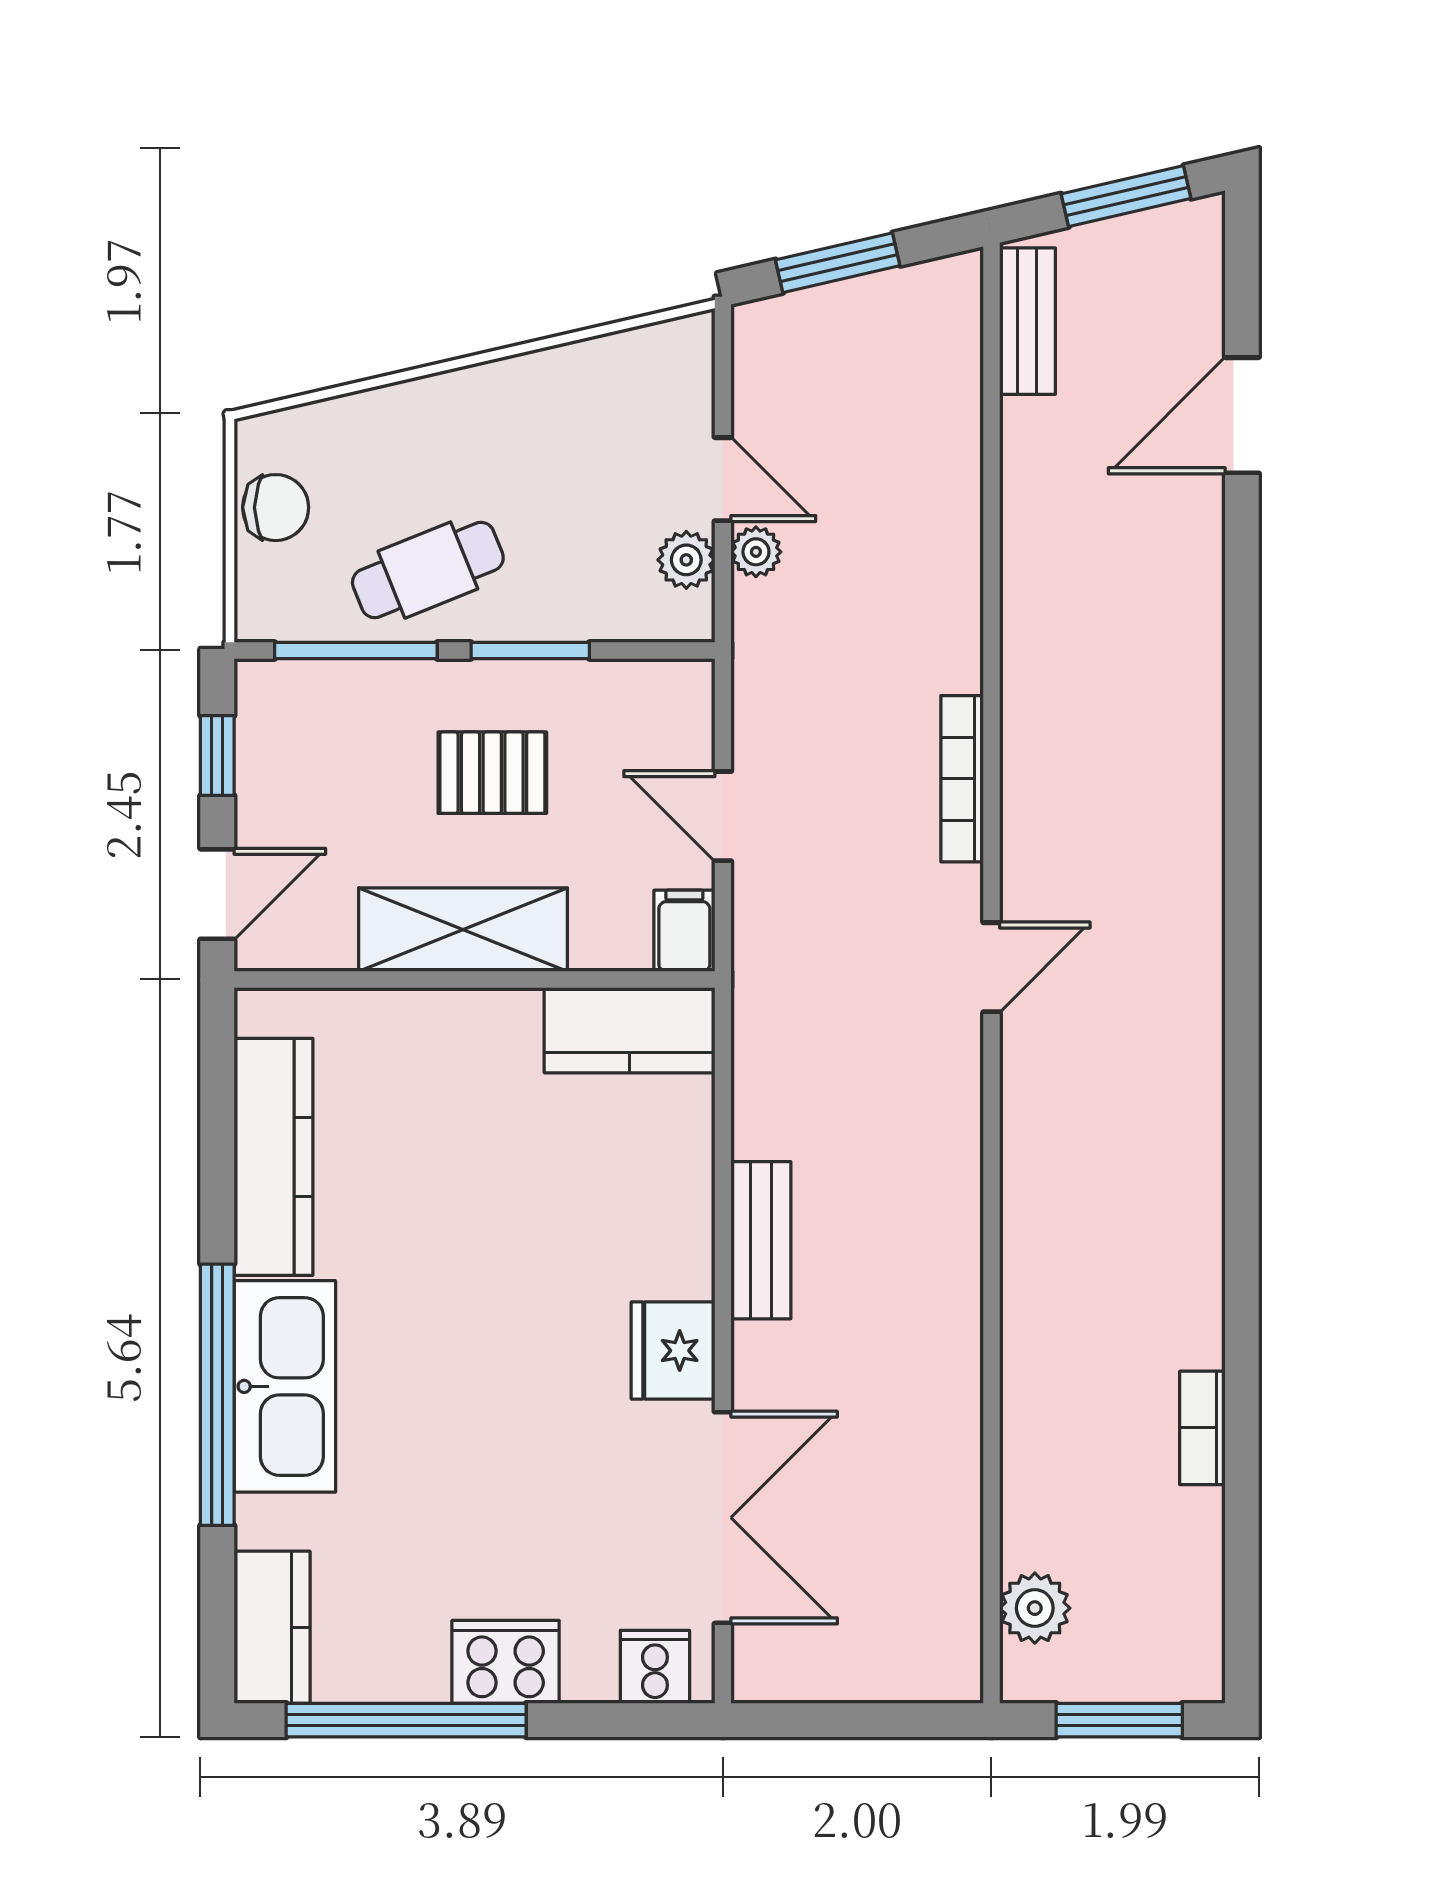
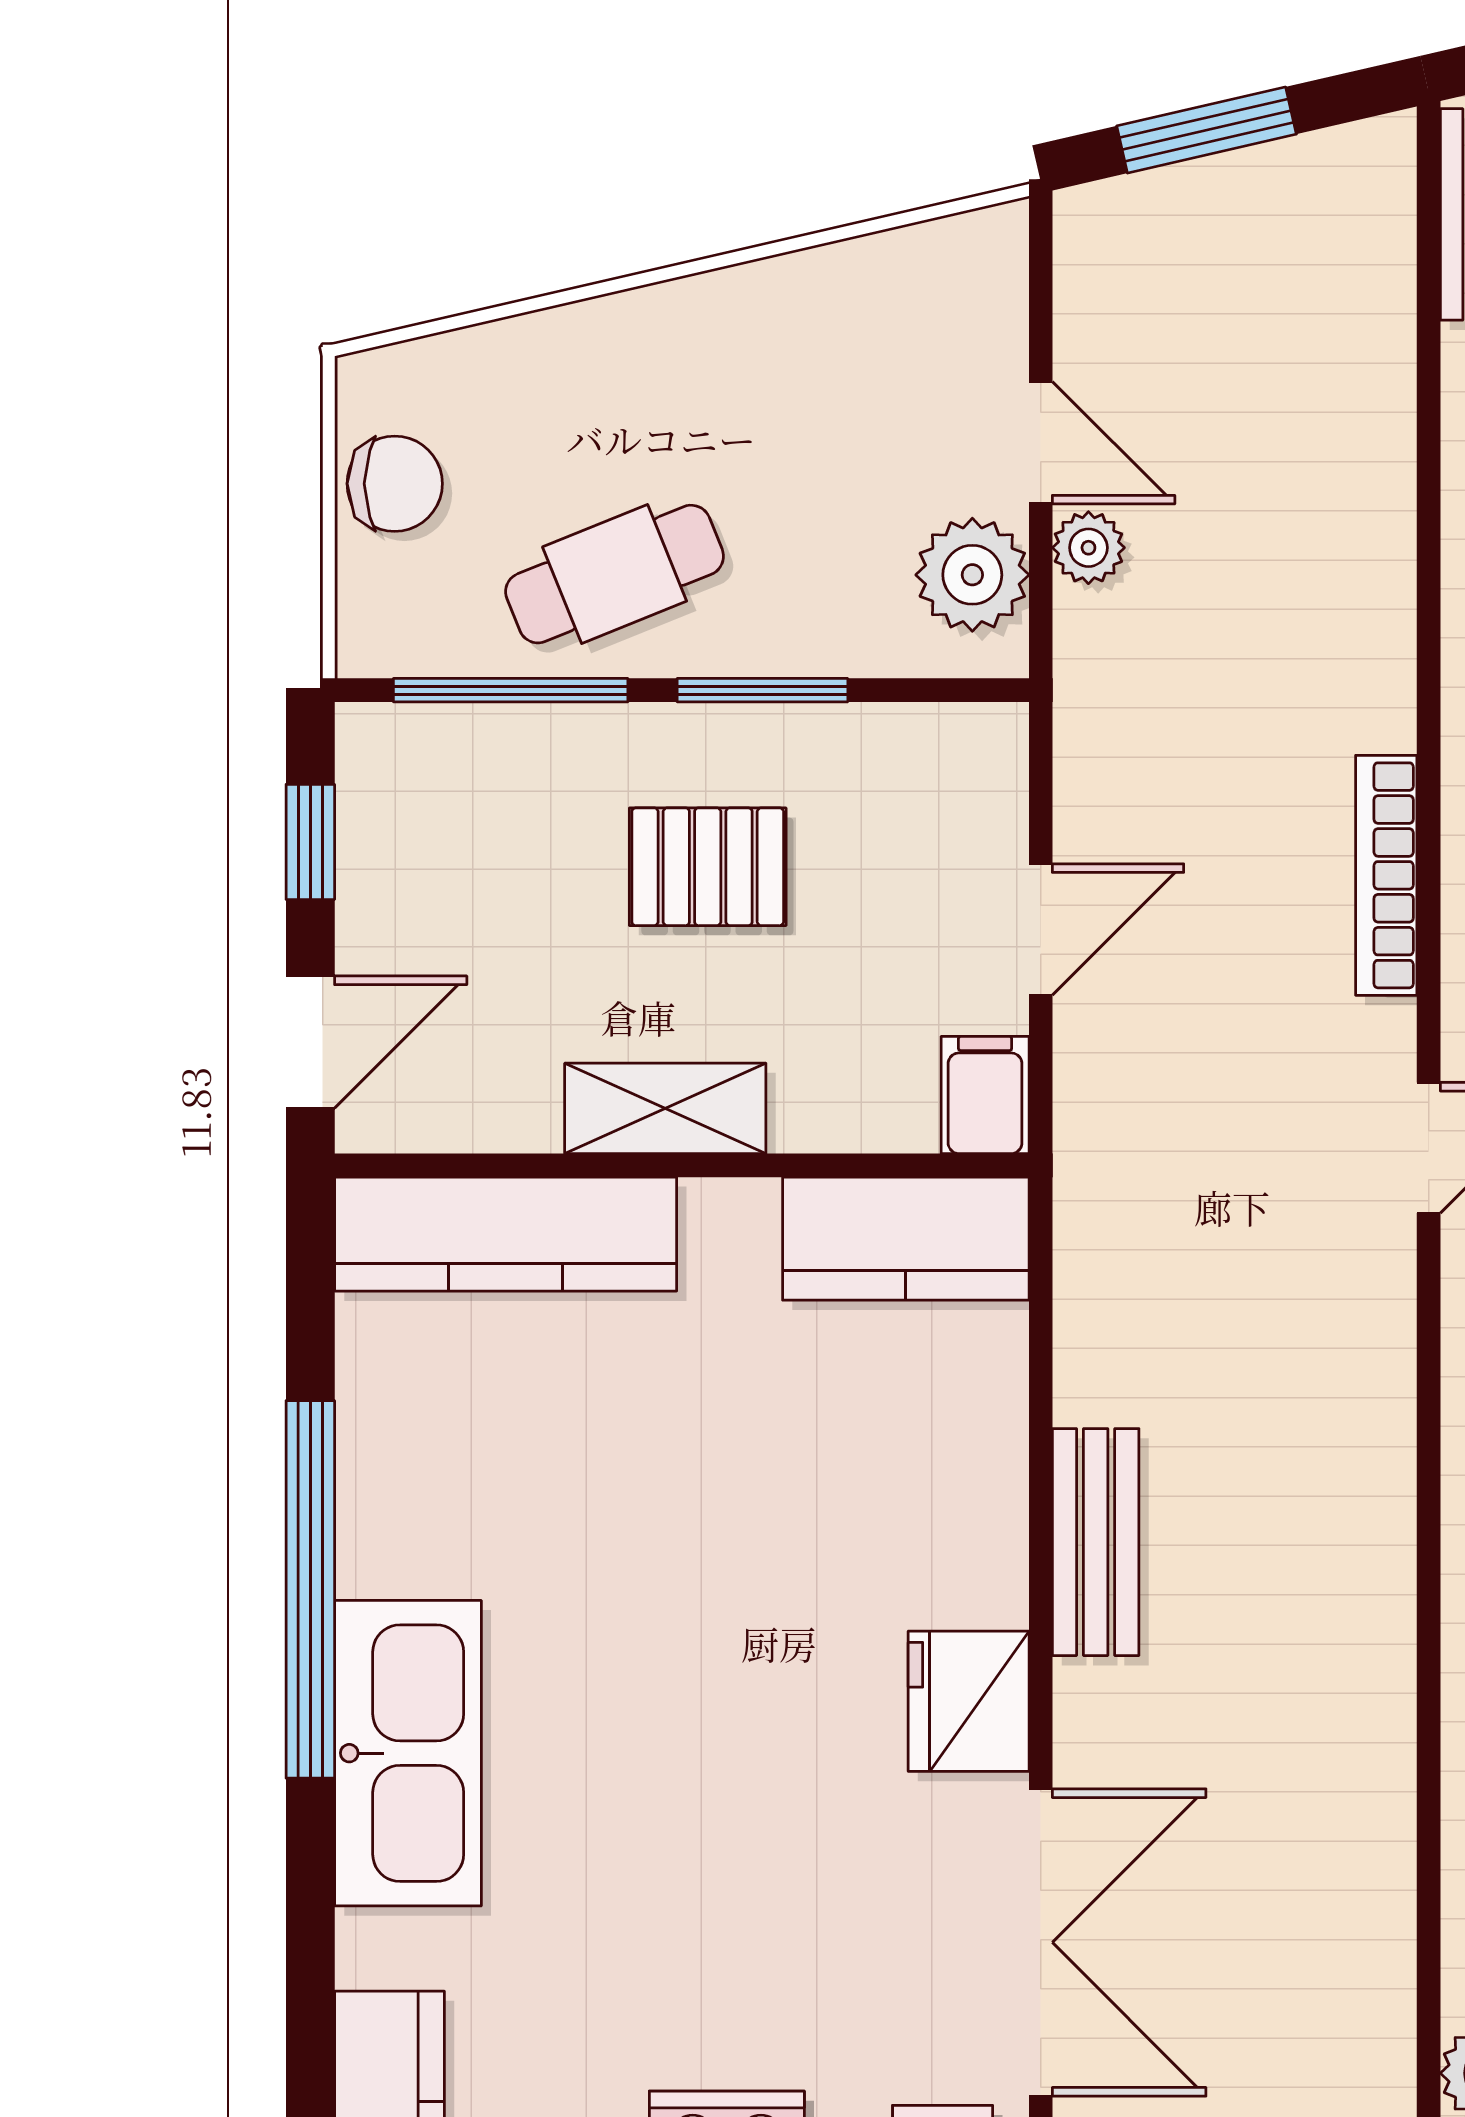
plant: (686, 560) -> (972, 575), width x1.38, depth x1.38
door: (723, 816) -> (1041, 929), swing flipped
shelving: (463, 930) -> (665, 1108), width x0.67, depth x0.75
kitchen counter: (273, 1157) -> (506, 1234), moved, turned 90
window: (217, 1395) -> (310, 1589), moved

